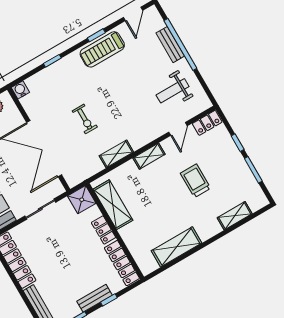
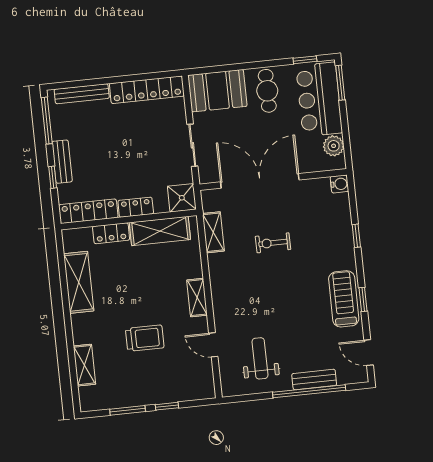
locker: (207, 123) -> (111, 233), moved, turned -90
shelving: (116, 154) -> (213, 232), moved

